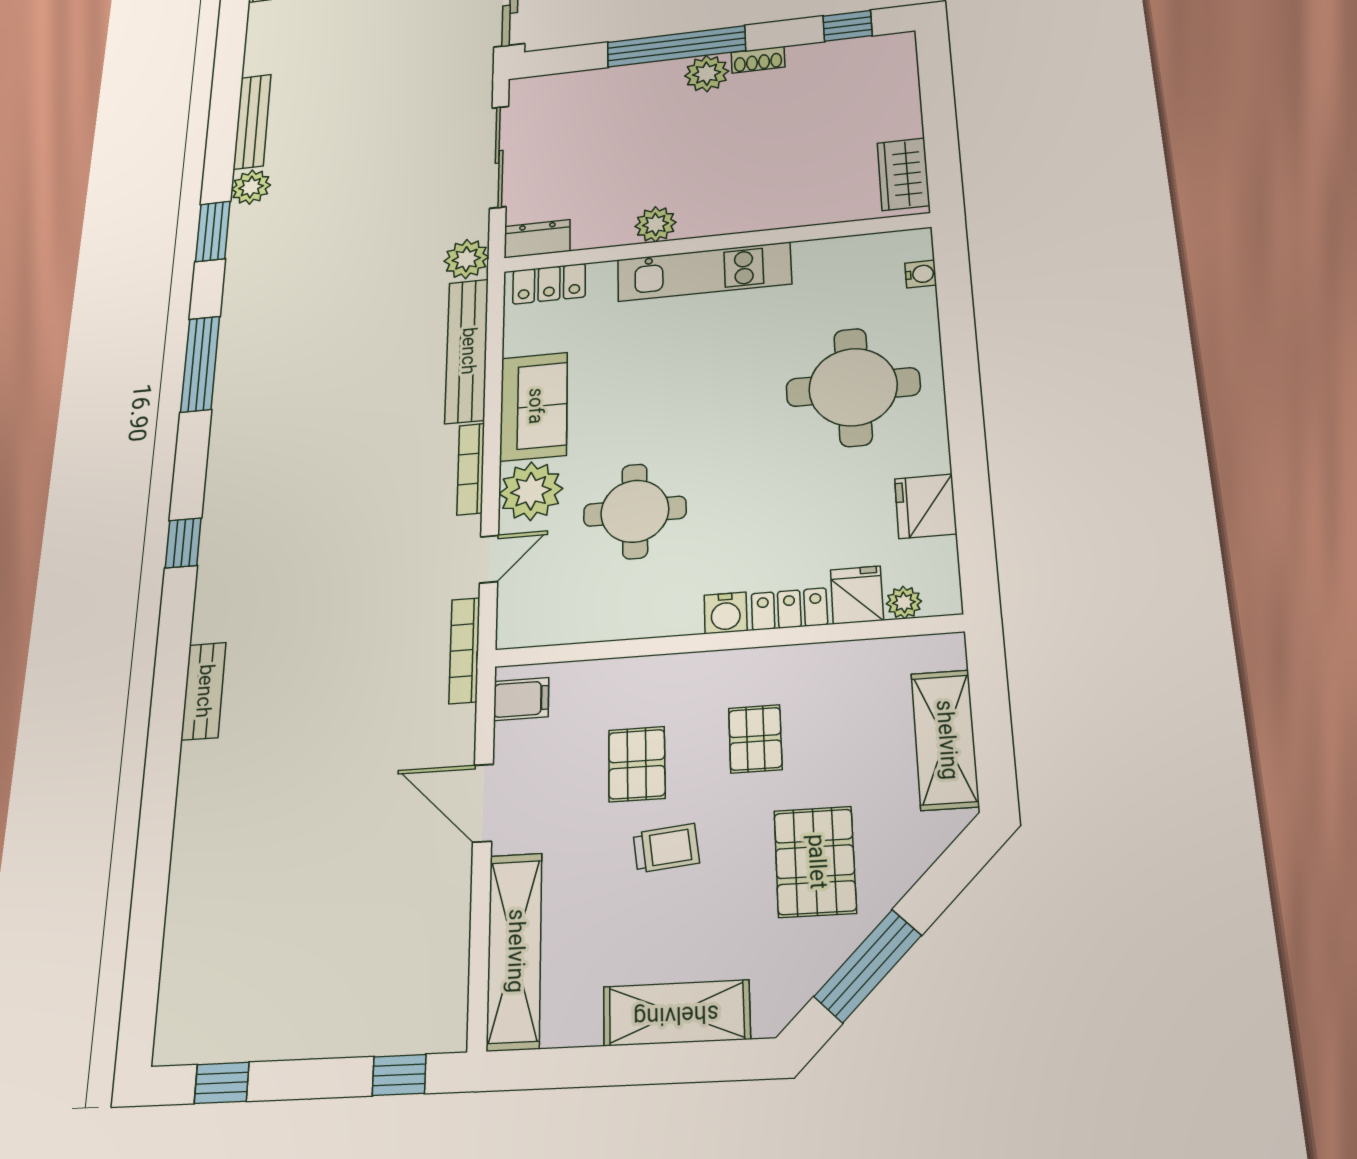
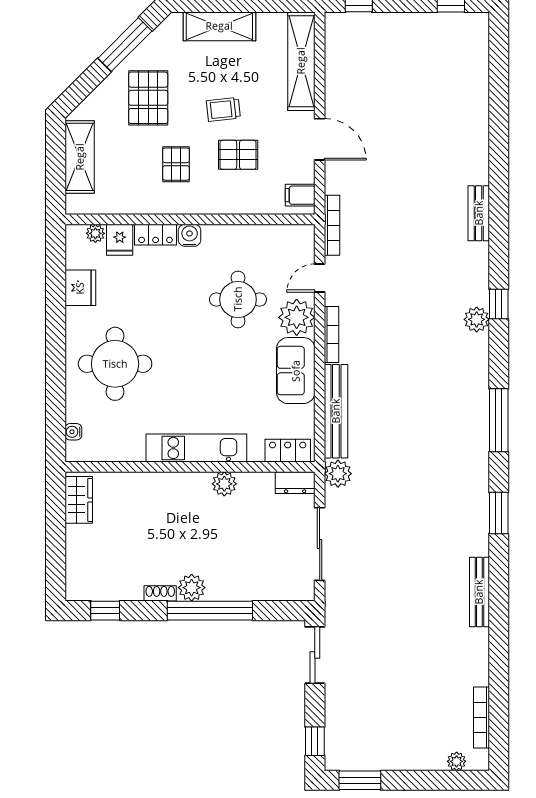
plant: (251, 187) -> (477, 319), moved
pallet: (637, 764) -> (238, 155), turned 90

